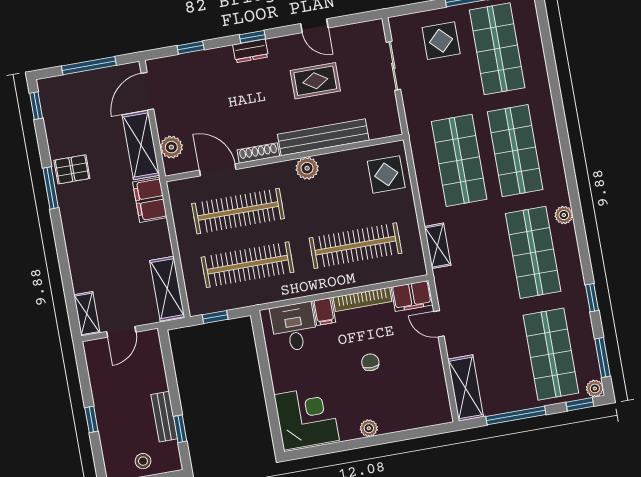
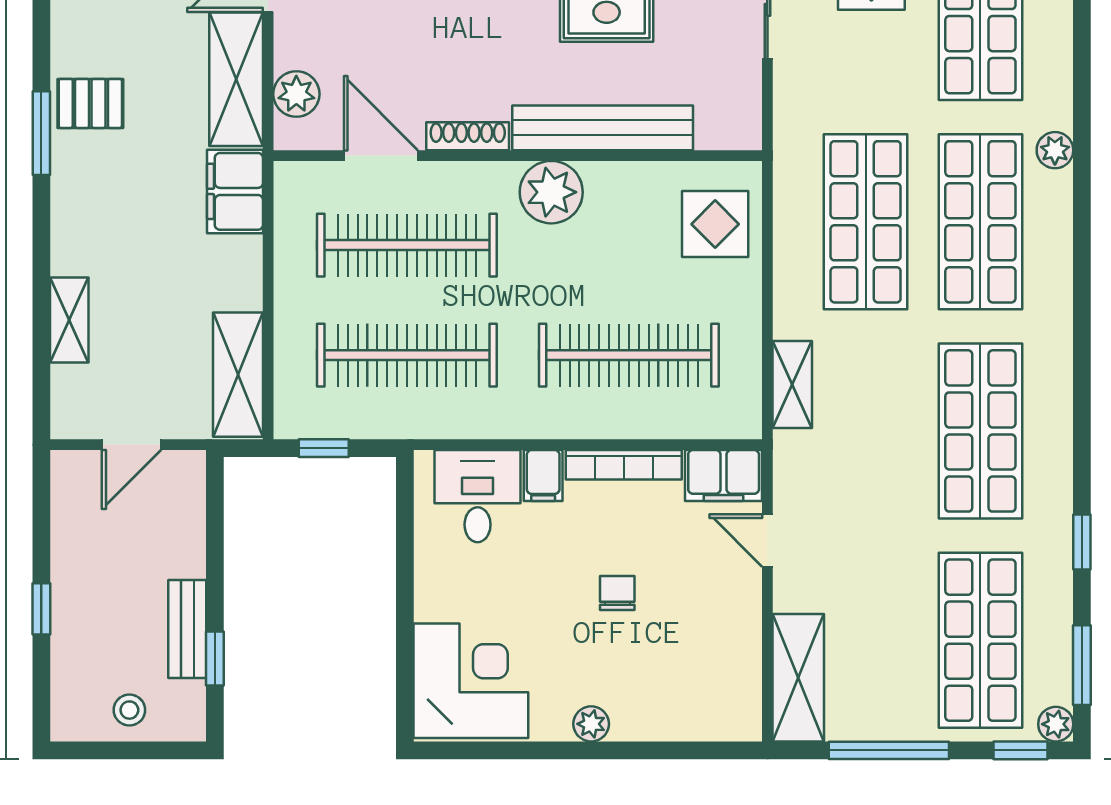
plant: (307, 168) -> (551, 192), width x1.36, depth x1.36
plant: (564, 215) -> (1055, 150), moved
shelving: (87, 314) -> (69, 320), moved

